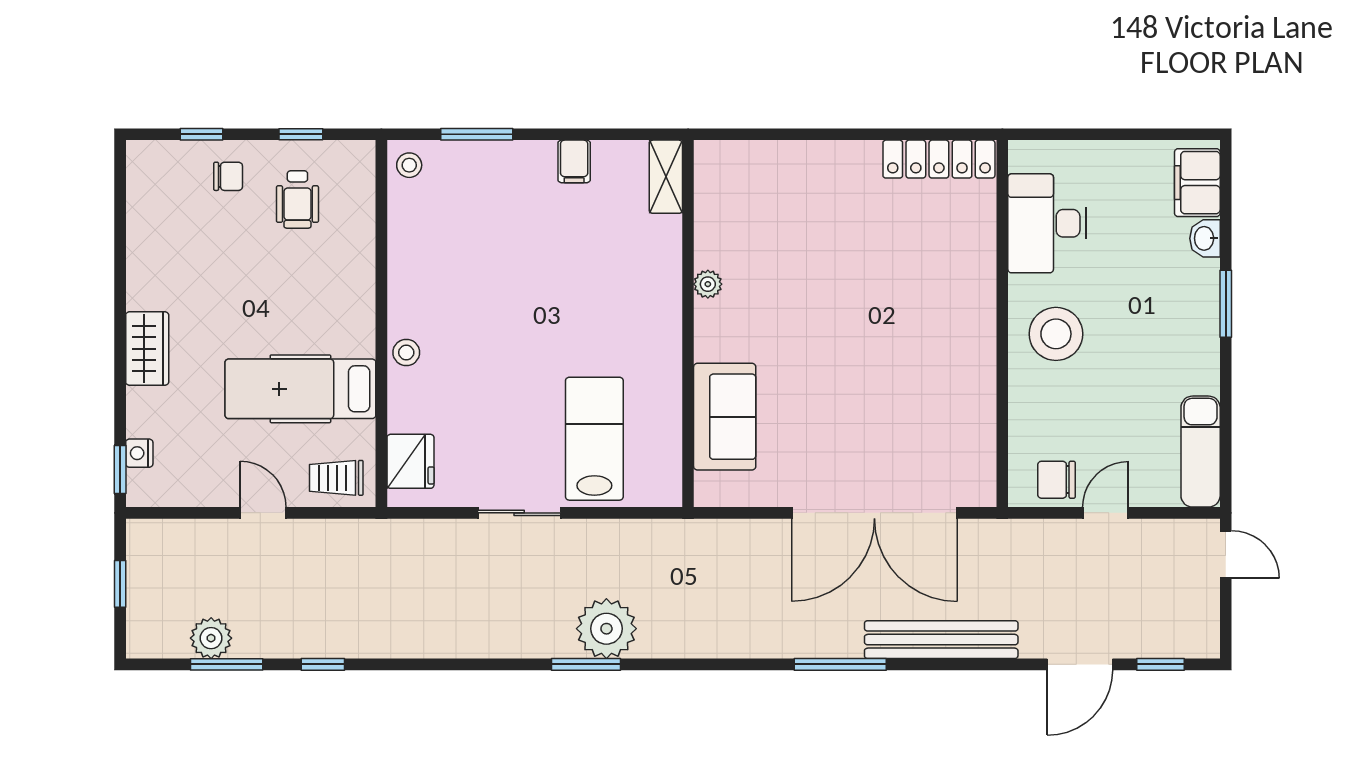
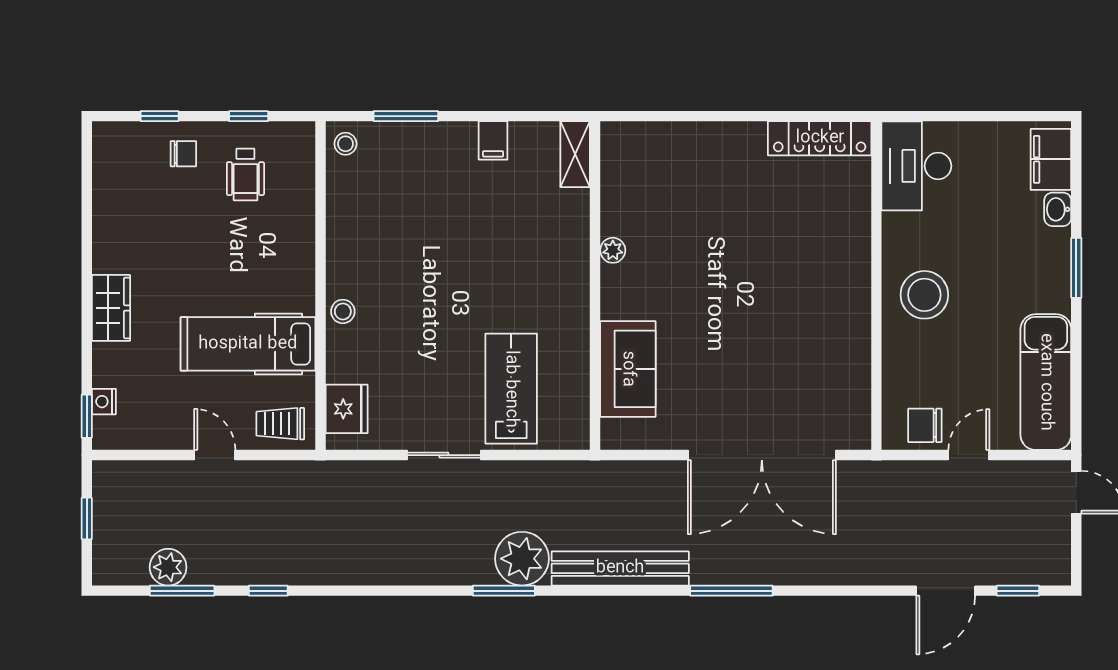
desk: (1047, 223) -> (916, 166), moved
exam couch: (1201, 452) -> (1046, 382), width x1.36, depth x1.45
bench: (941, 640) -> (620, 568), moved

